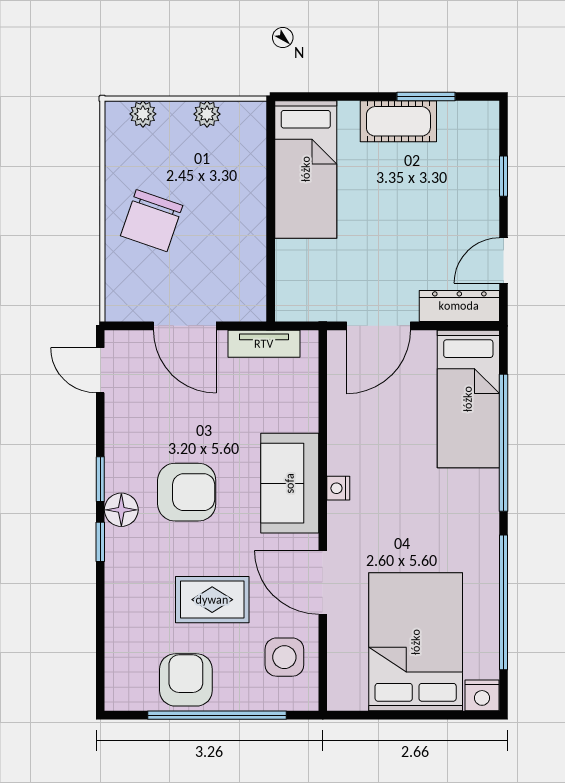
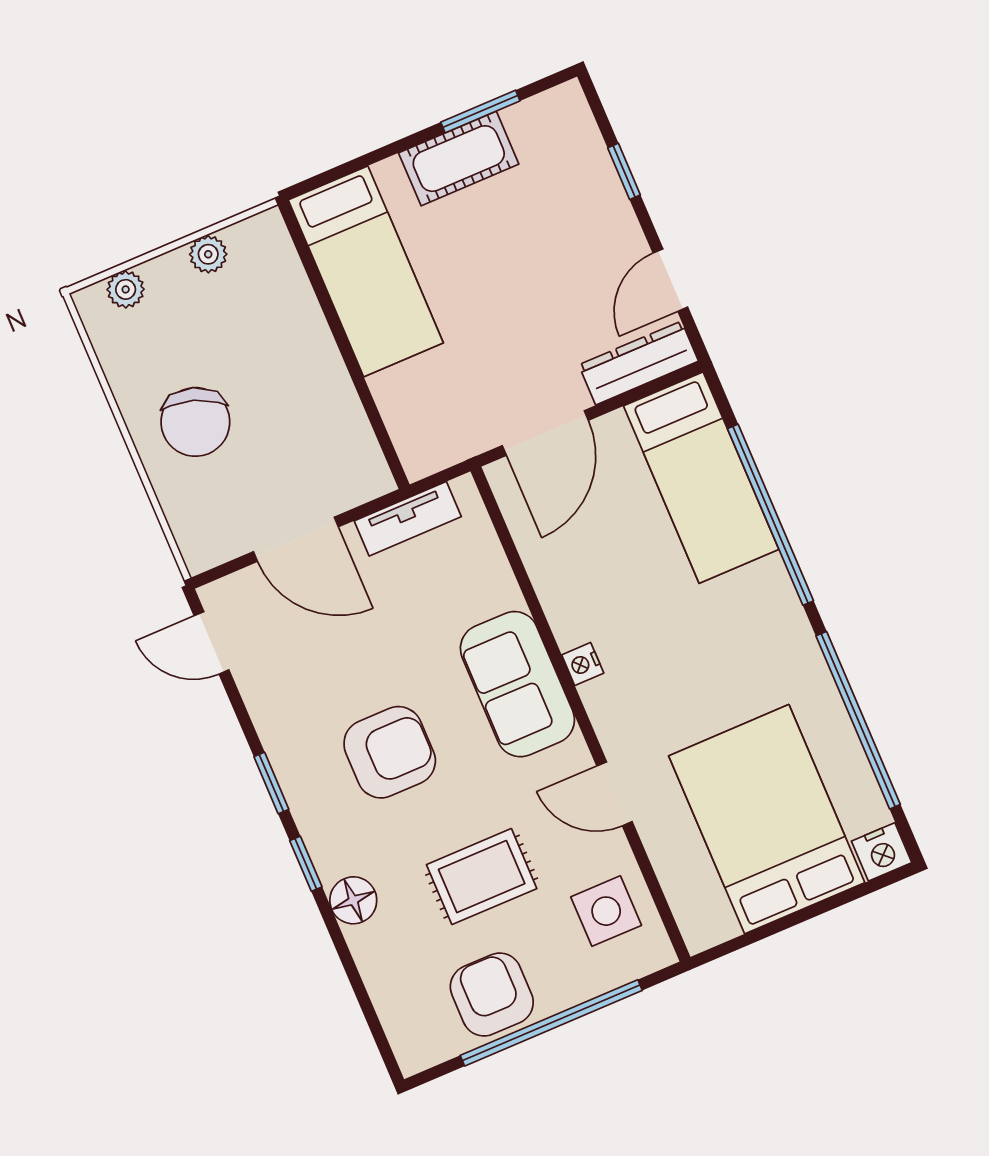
floor lamp: (121, 510) -> (353, 900), moved
door: (323, 582) -> (614, 794), width x0.73

